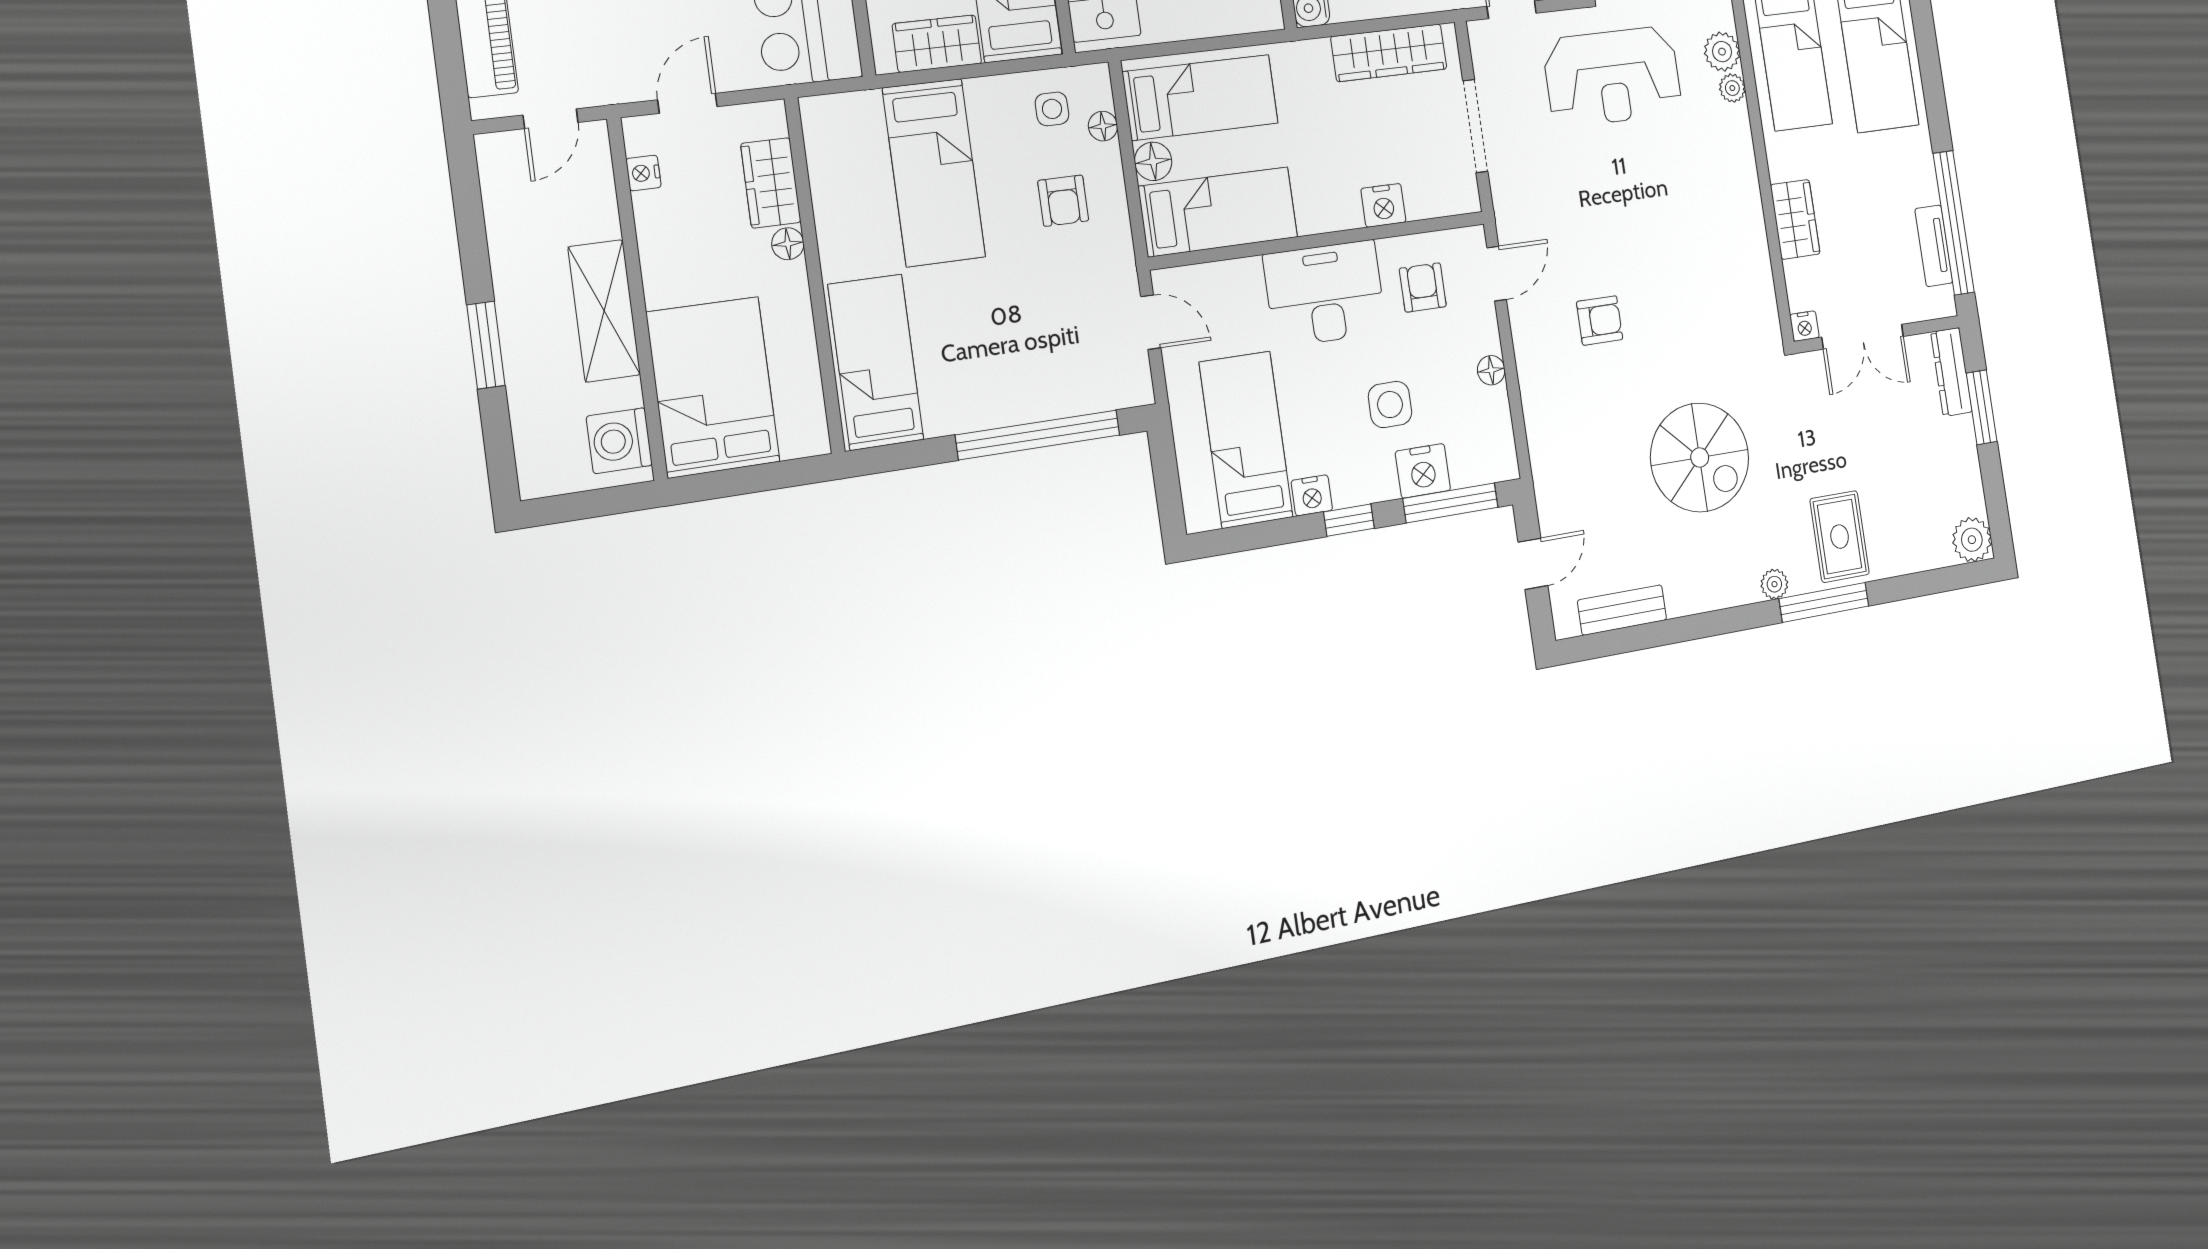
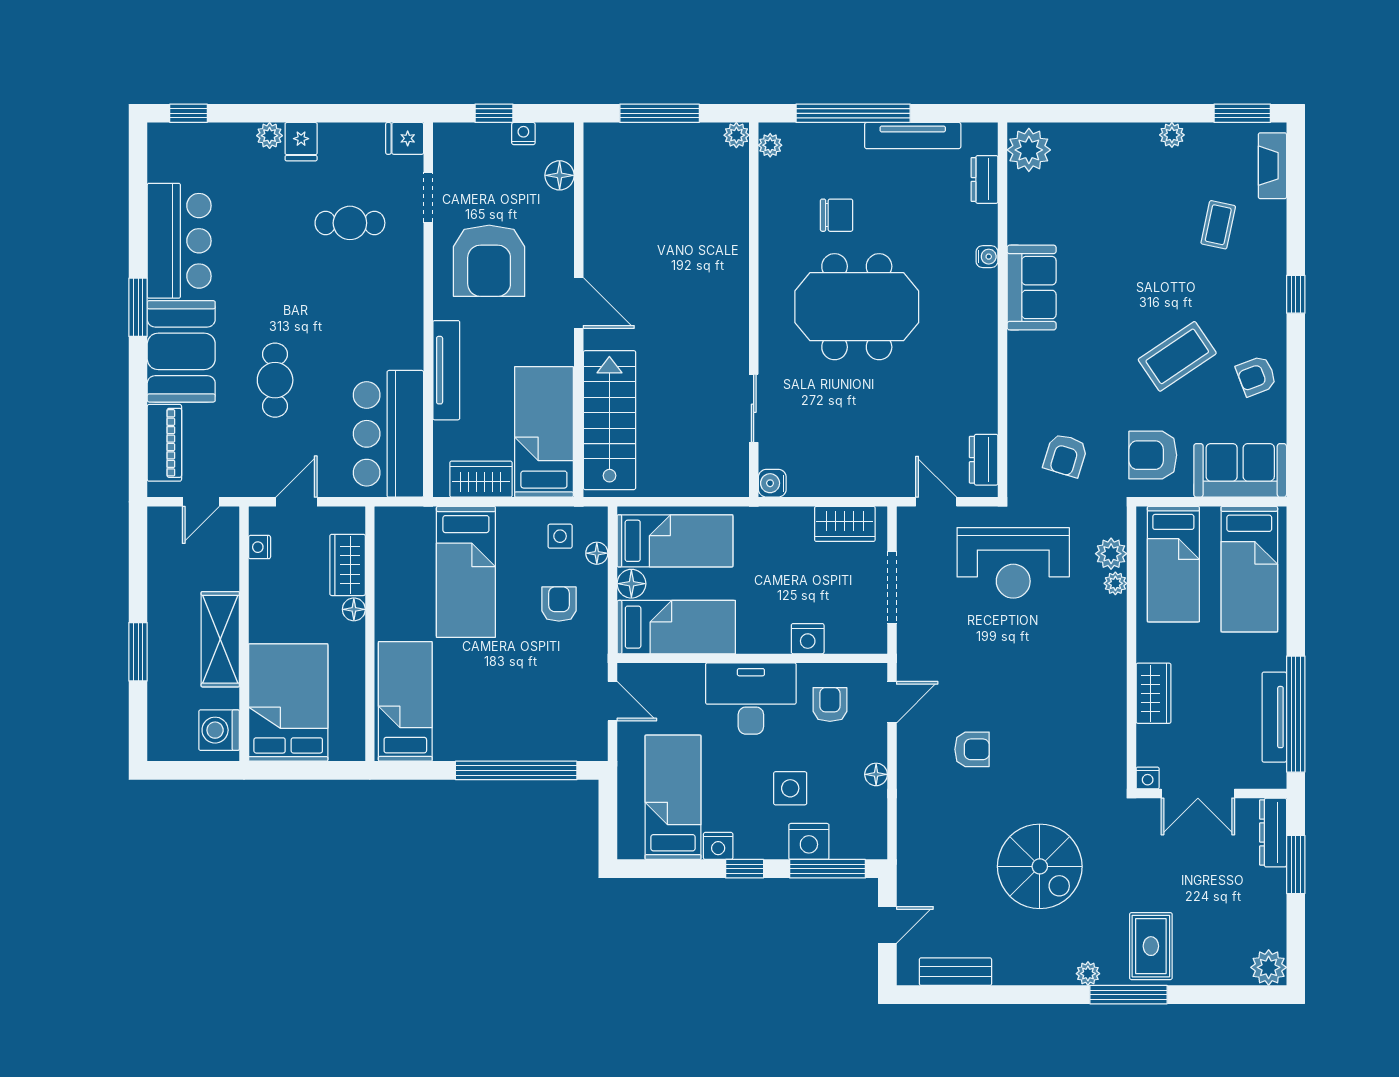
wardrobe: (1389, 53) -> (845, 524), width x0.67
armchair: (1063, 201) -> (559, 604), turned 180
tv unit: (1934, 246) -> (1274, 717), width x1.41

